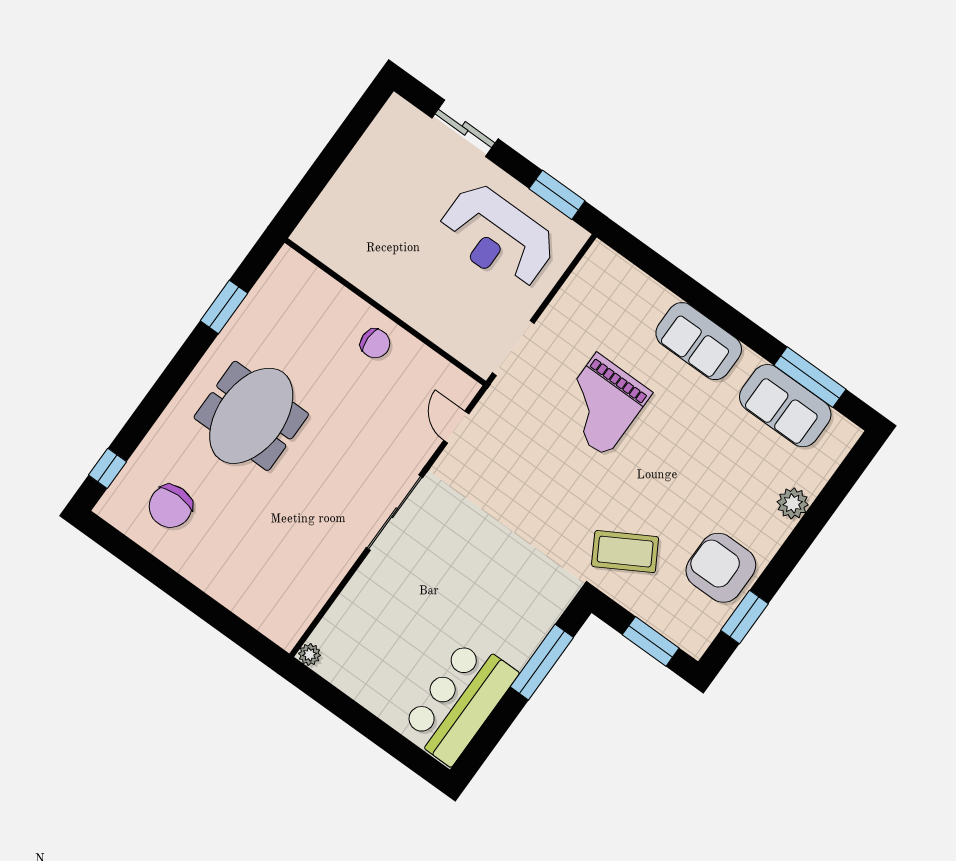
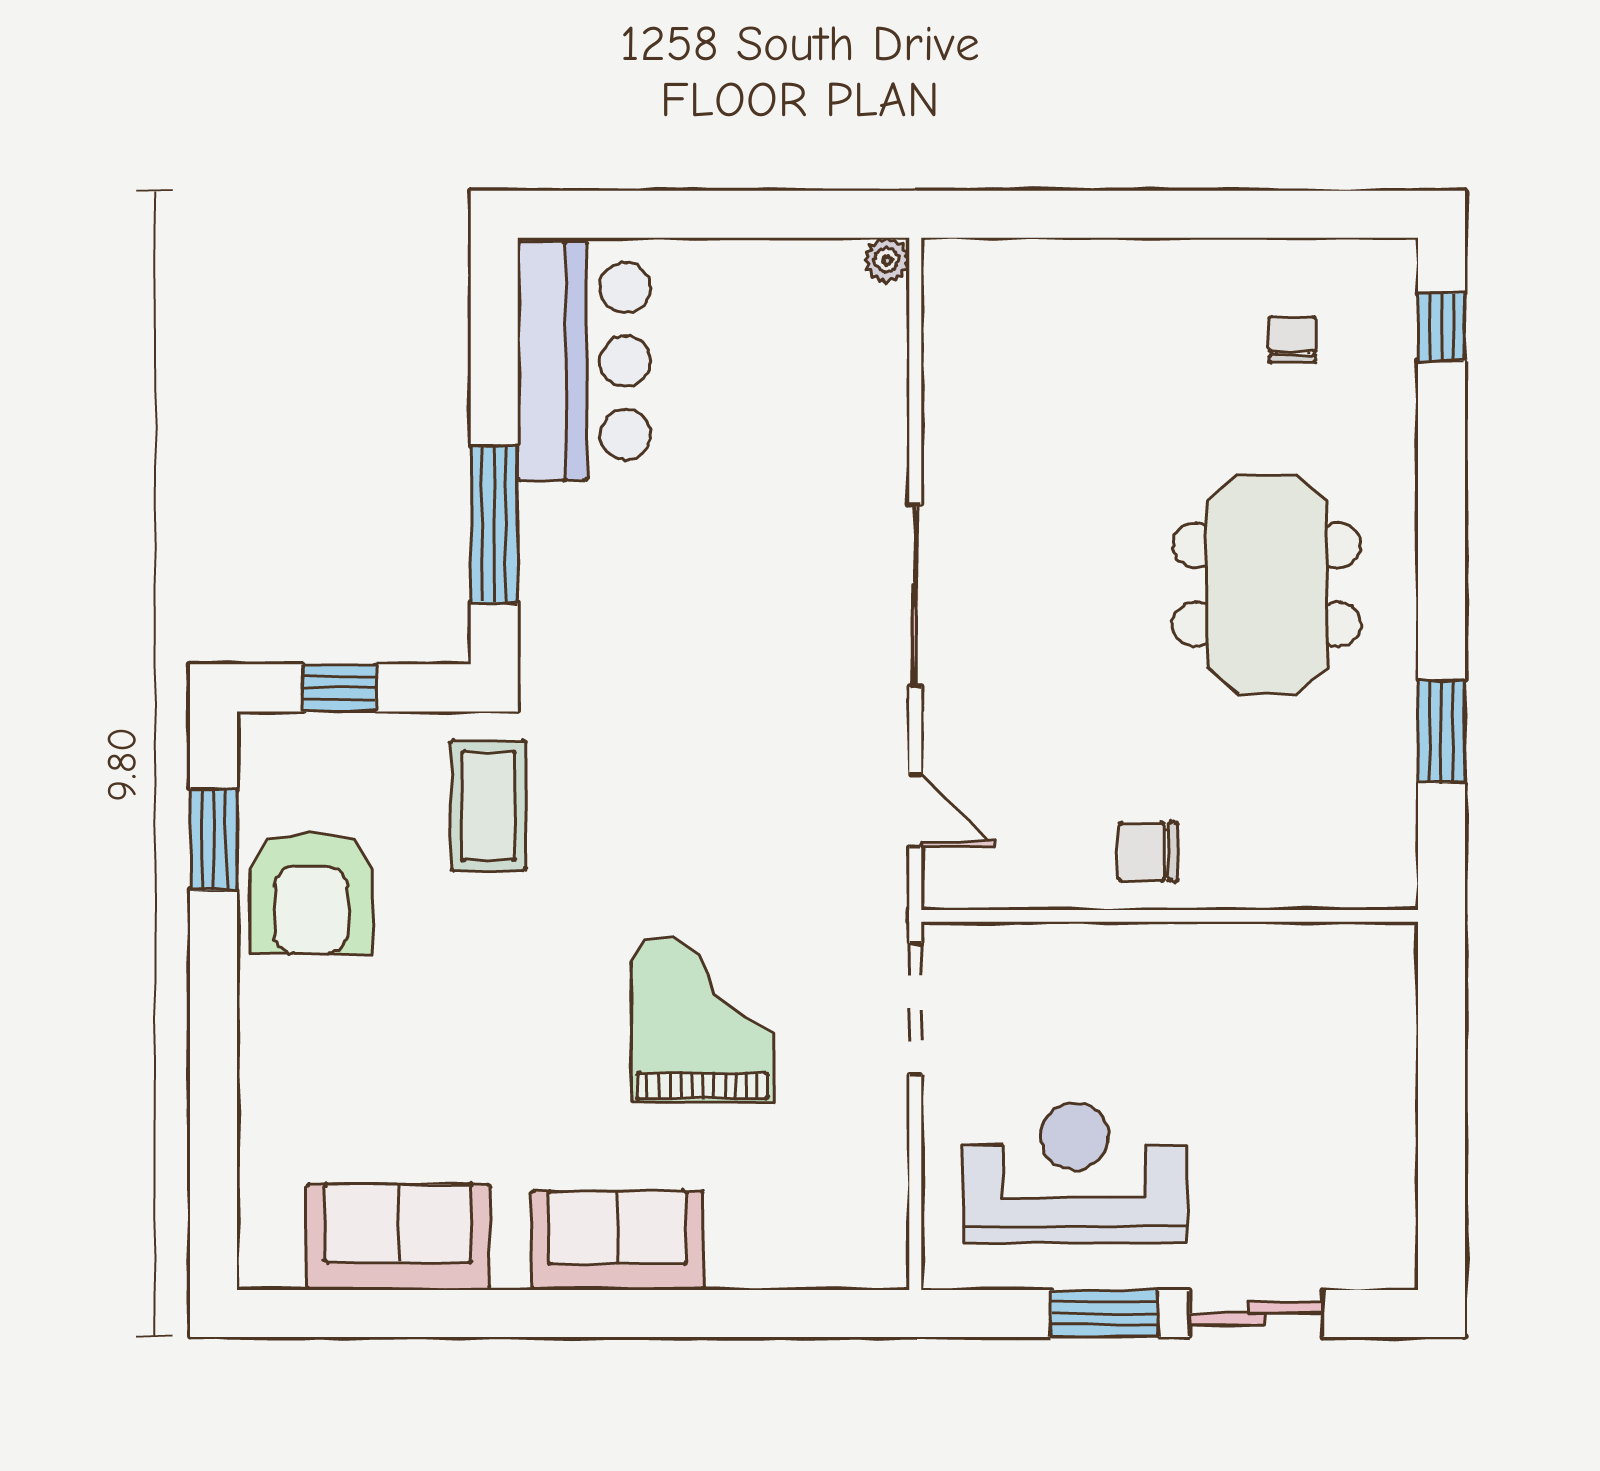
window: (557, 195) -> (1104, 1313), moved
window: (810, 377) -> (391, 1313), removed
plant: (793, 503) -> (269, 1085), removed
chair: (171, 506) -> (1292, 339), width x0.54, depth x0.54
coffee table: (625, 552) -> (488, 806), turned -60
armchair: (721, 568) -> (311, 893), turned 90
window: (651, 641) -> (339, 688), width x0.67

